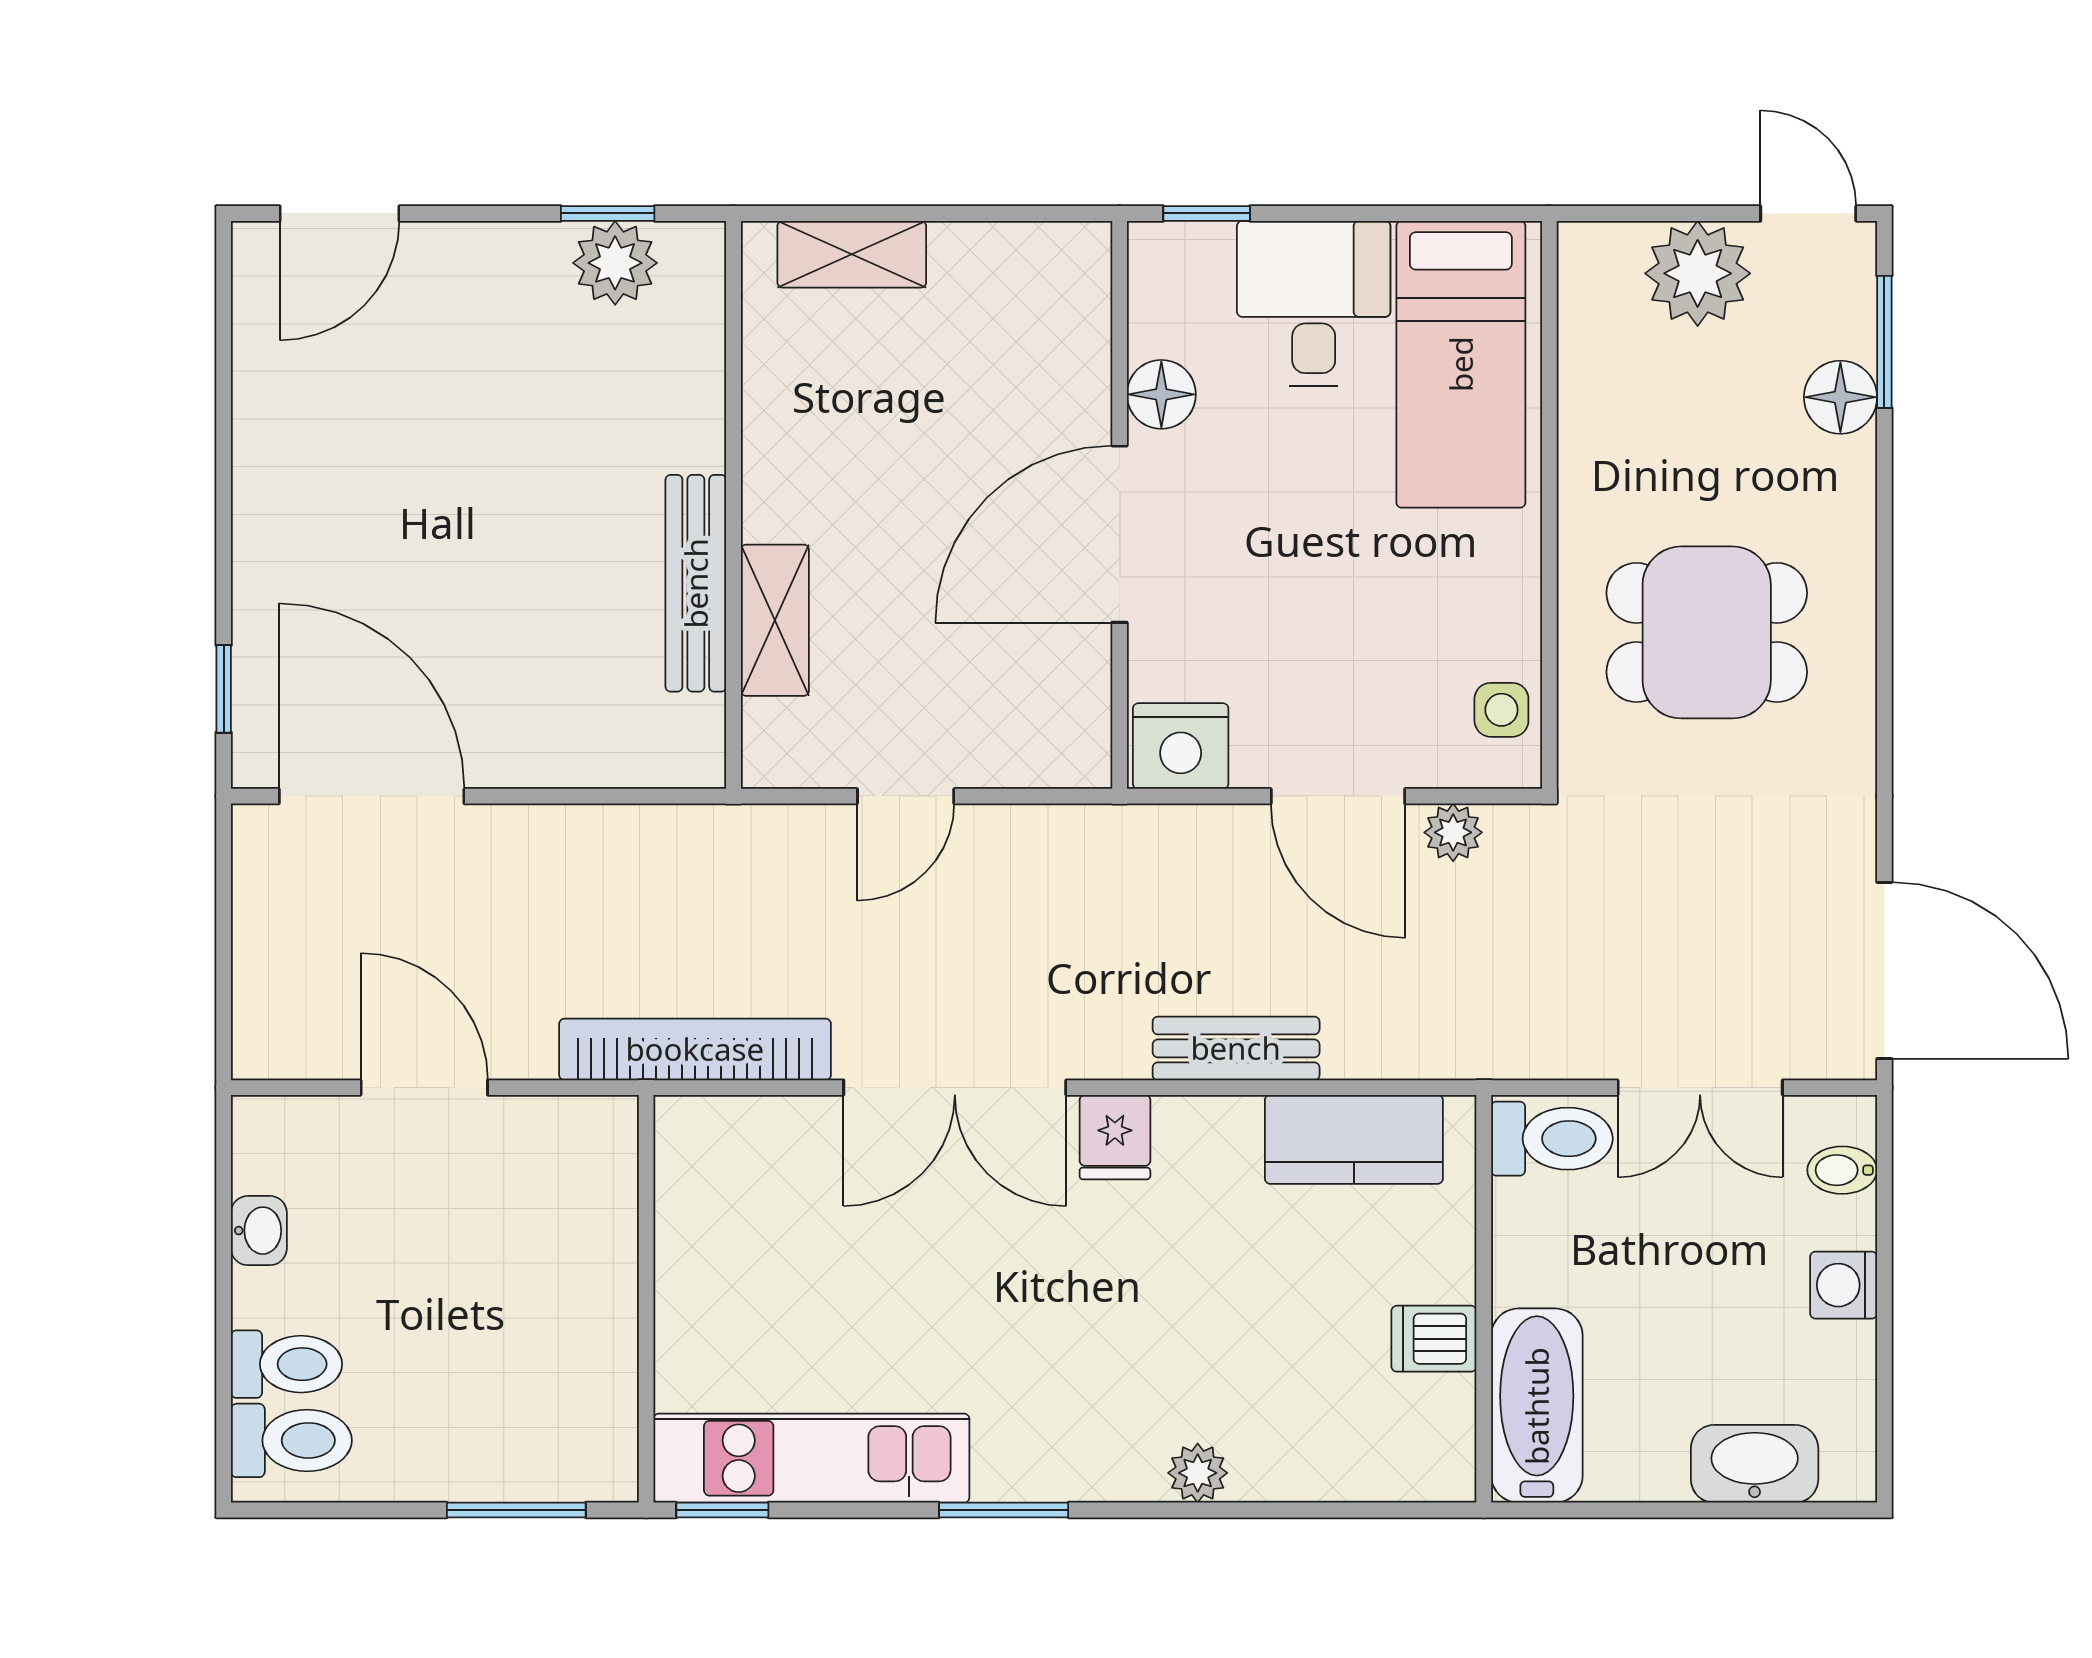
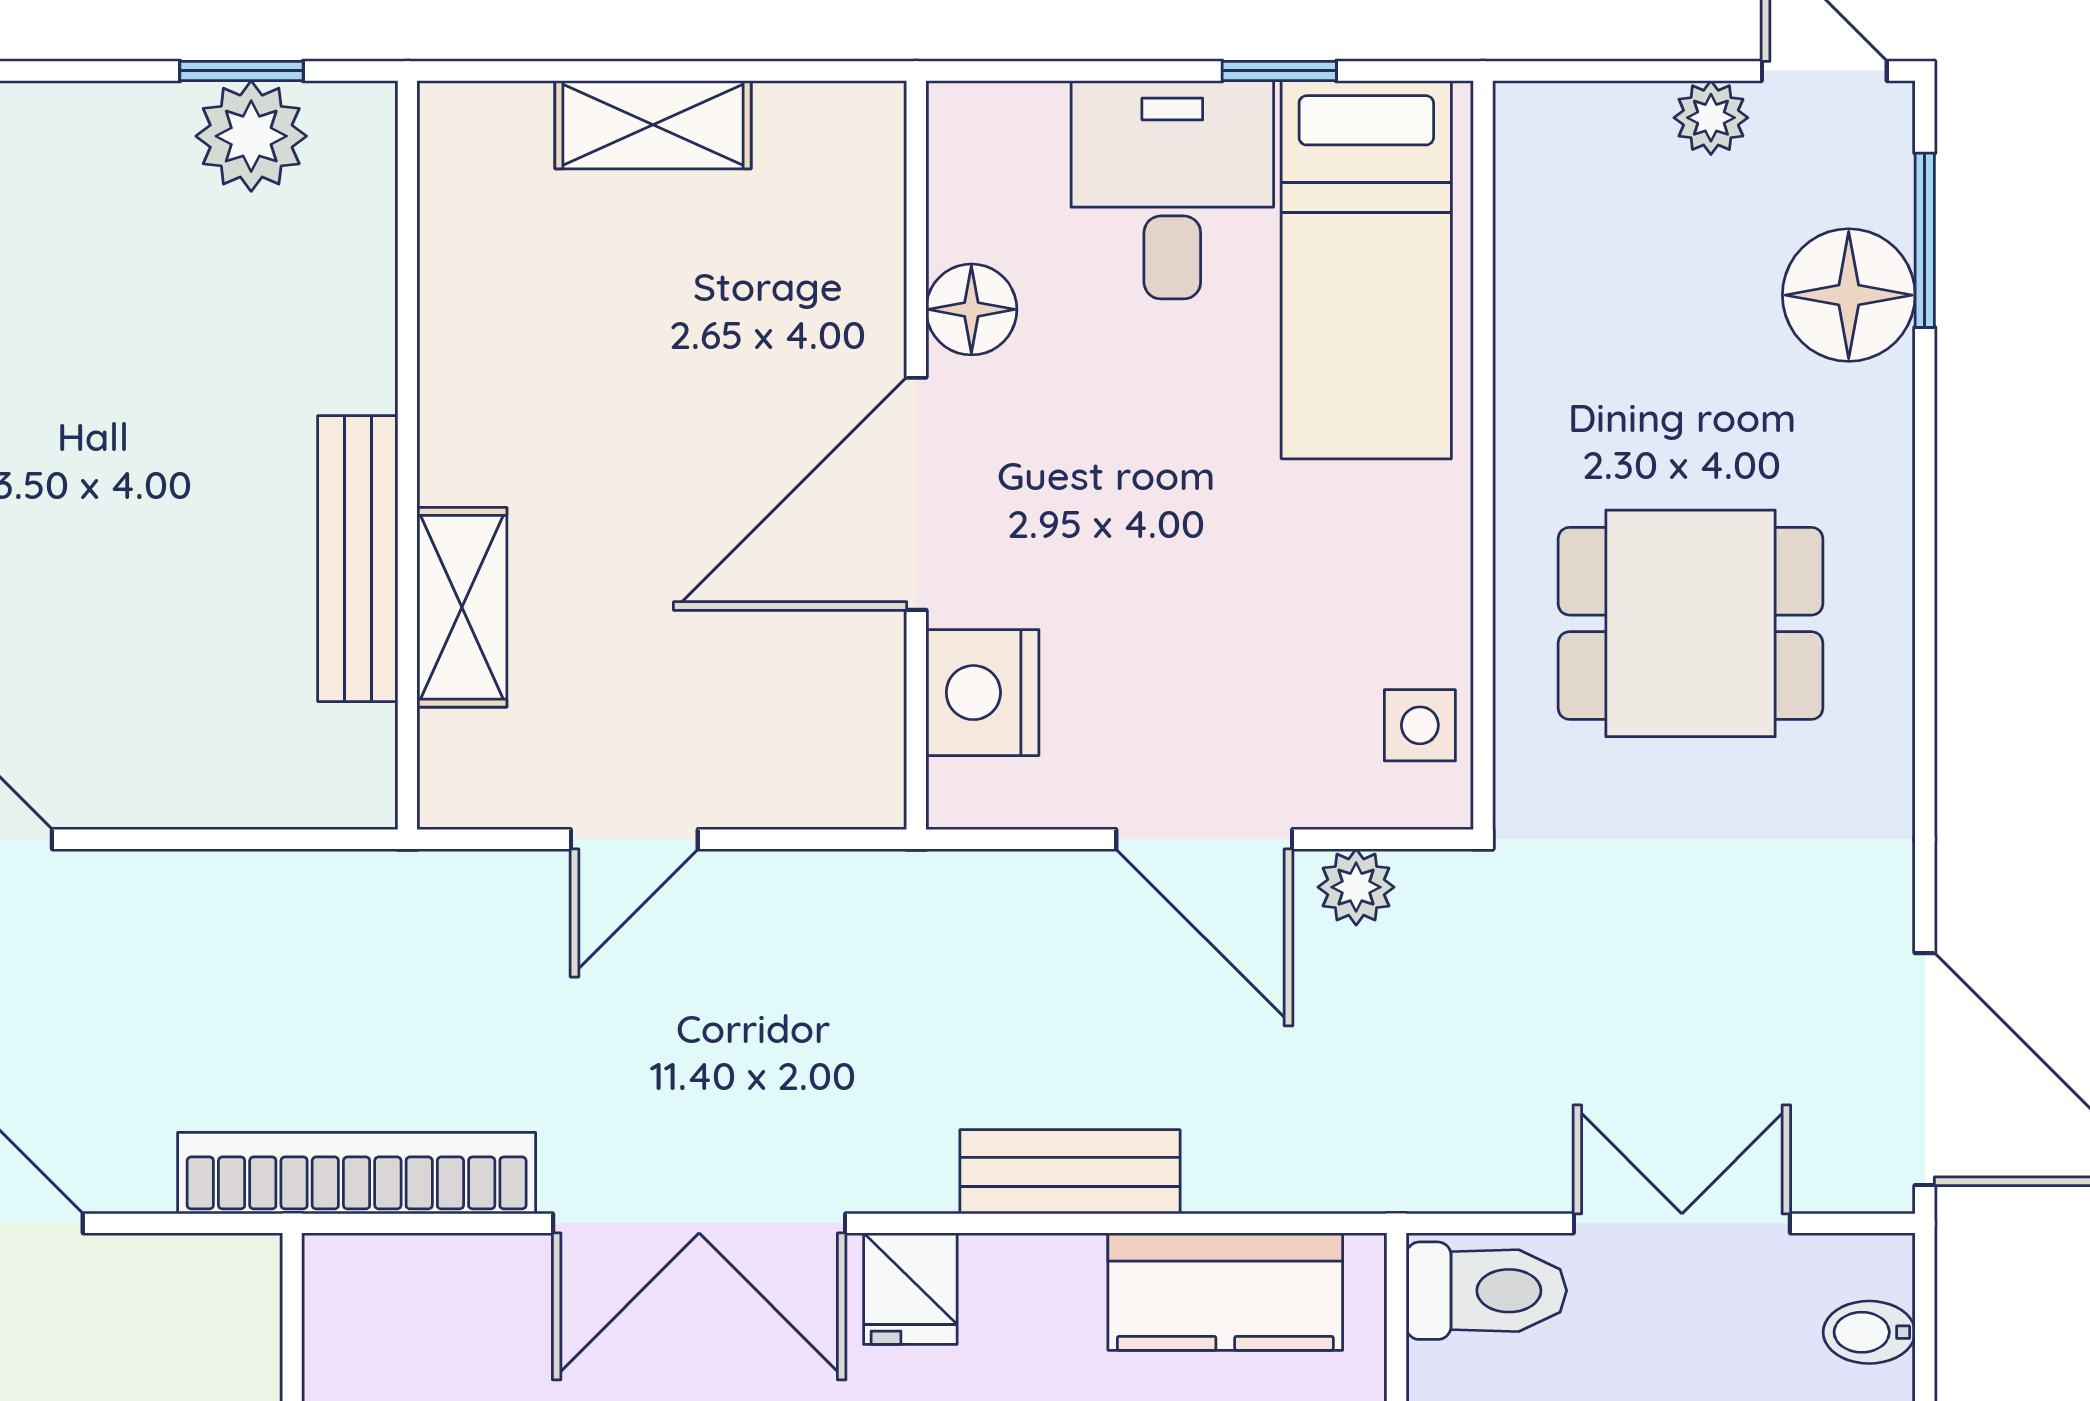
window: (1207, 213) -> (1279, 71), moved
shelving: (852, 254) -> (653, 125), moved
plant: (1698, 273) -> (1711, 118), width x0.53, depth x0.53
floor lamp: (1840, 397) -> (1849, 295), width x1.38, depth x1.38
nightstand: (1181, 746) -> (982, 693), moved, turned 90
double door: (1700, 1088) -> (1682, 1223), swing flipped

